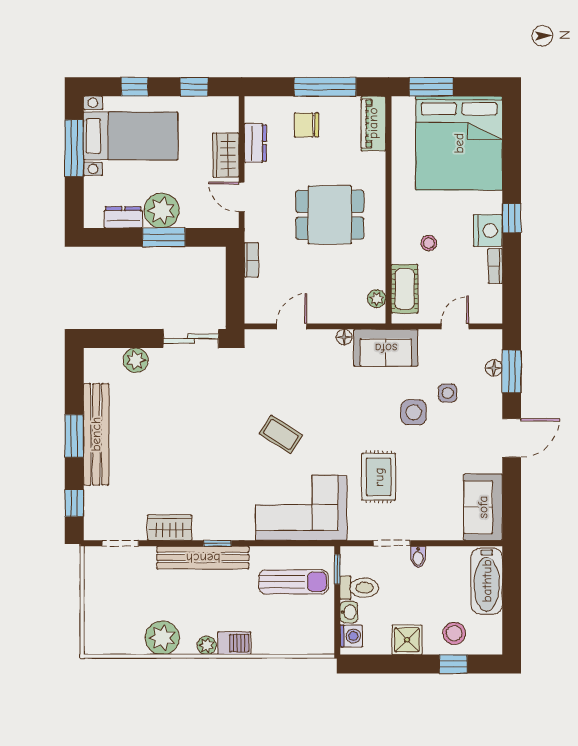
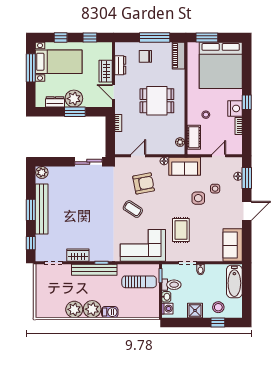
plant: (136, 360) -> (42, 172), moved
armchair: (303, 383) -> (144, 183), added
plant: (207, 645) -> (92, 309), width x1.88, depth x1.88

